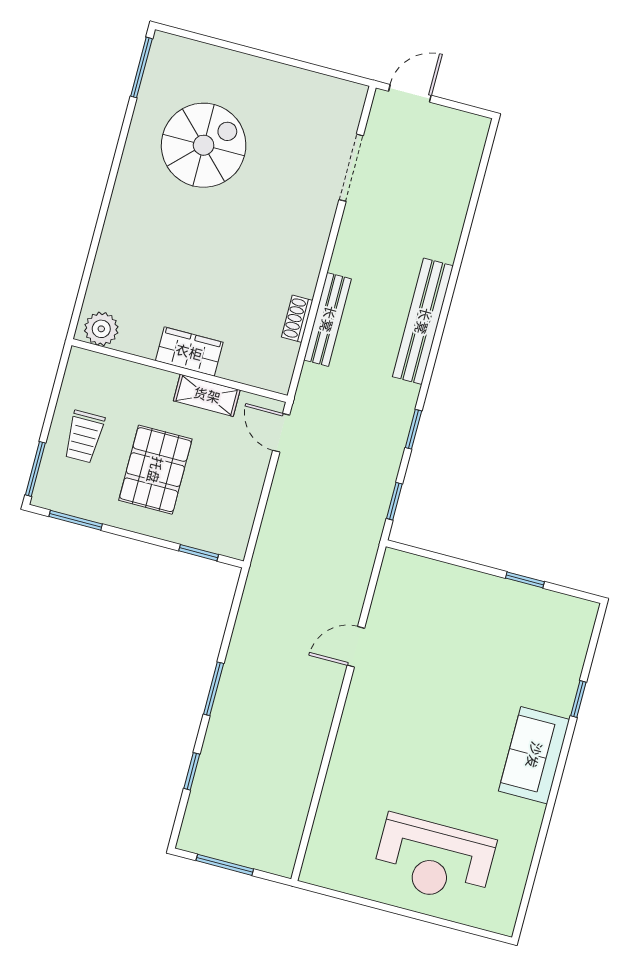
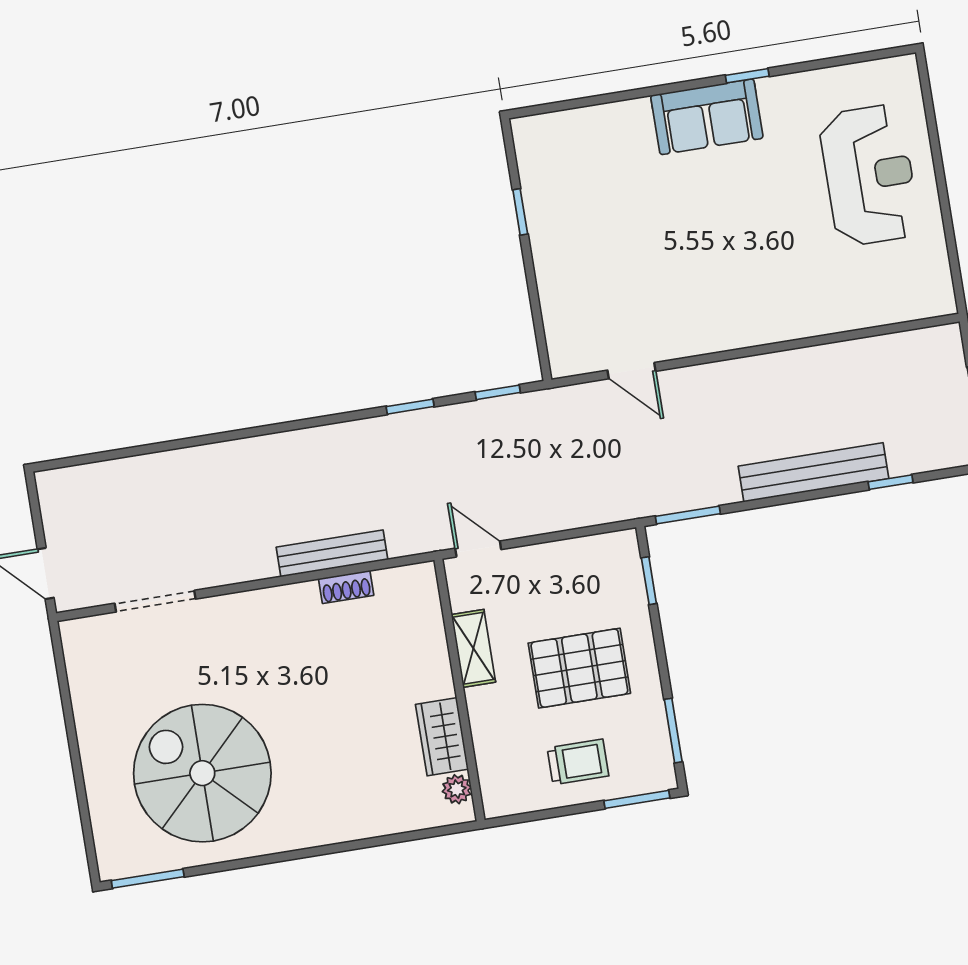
spiral stairs: (204, 145) -> (202, 773), width x1.37, depth x1.37
bench: (423, 321) -> (813, 472), moved
plant: (101, 329) -> (457, 789), width x0.73, depth x0.73
wardrobe: (189, 352) -> (442, 737), moved
door: (281, 433) -> (478, 549), swing flipped
door: (356, 647) -> (632, 371), moved
window: (214, 689) -> (688, 515), moved
window: (578, 699) -> (747, 76), moved

